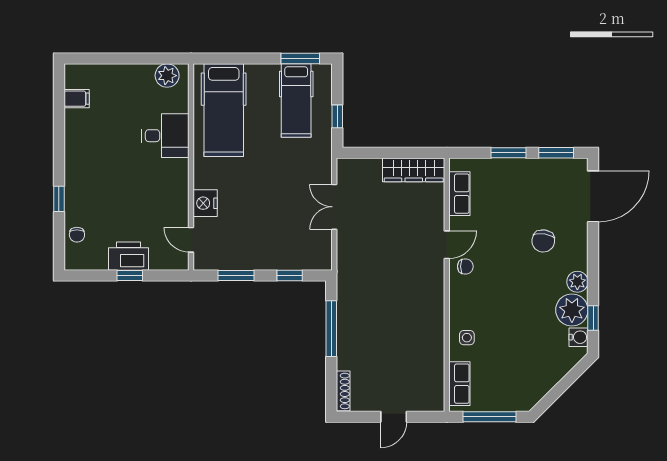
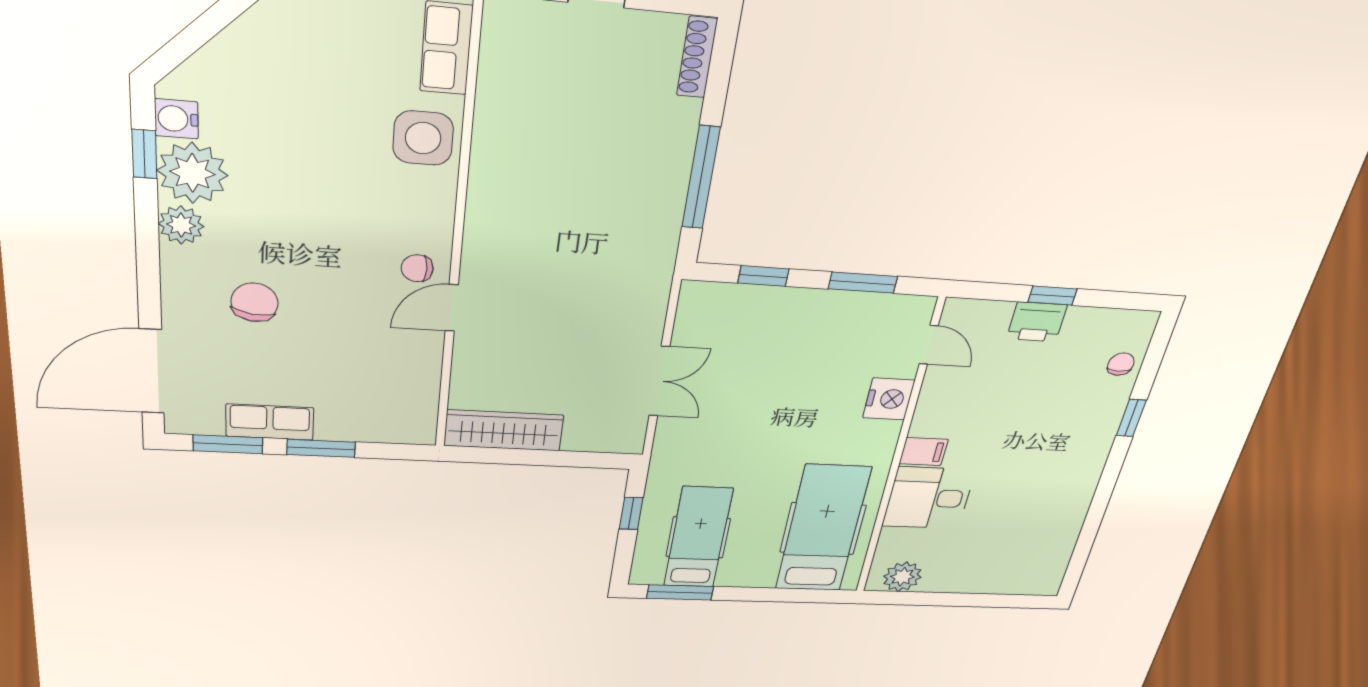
filing cabinet: (77, 99) -> (924, 452), moved, turned 180
row of seats: (459, 194) -> (270, 422), moved, turned 90
printer: (128, 256) -> (1037, 322), width x0.73, depth x0.84
side table: (467, 338) -> (423, 138), width x1.87, depth x1.87

